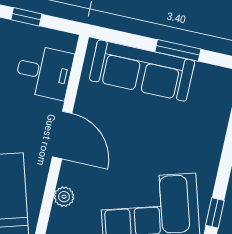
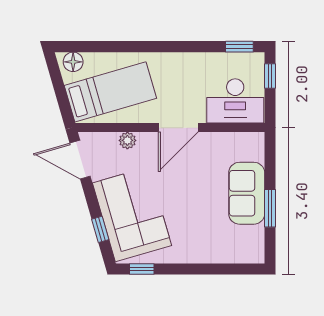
sofa: (142, 71) -> (247, 193), width x0.73
desk: (44, 72) -> (235, 101), width x1.37

